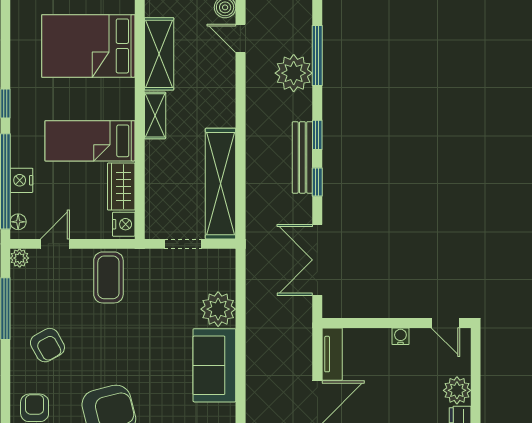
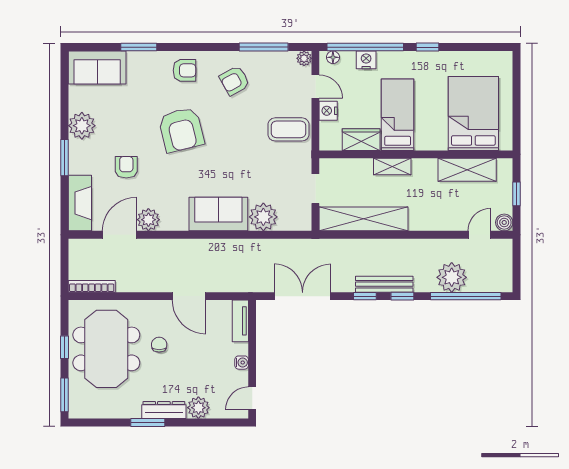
window: (317, 56) -> (466, 296), width x1.46
shelving: (155, 115) -> (392, 167), moved
nightstand: (124, 224) -> (328, 111), moved, turned 90
tv unit: (332, 354) -> (240, 321), moved, turned 90

